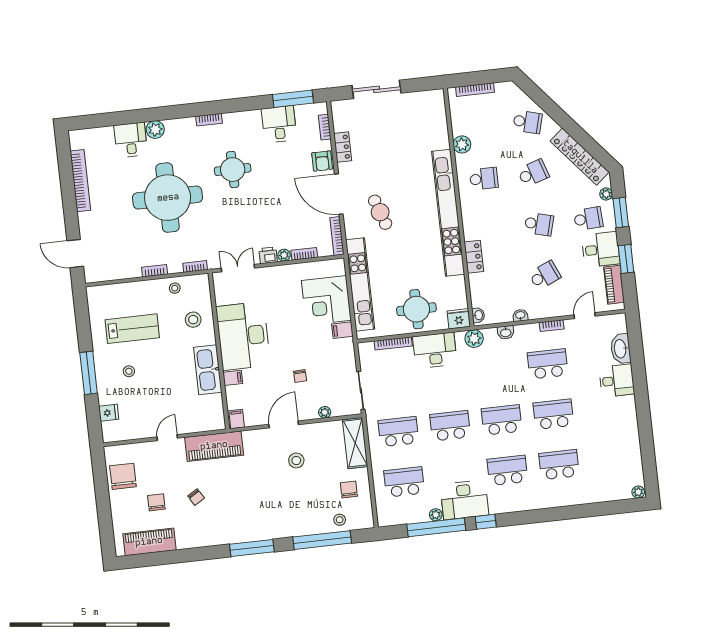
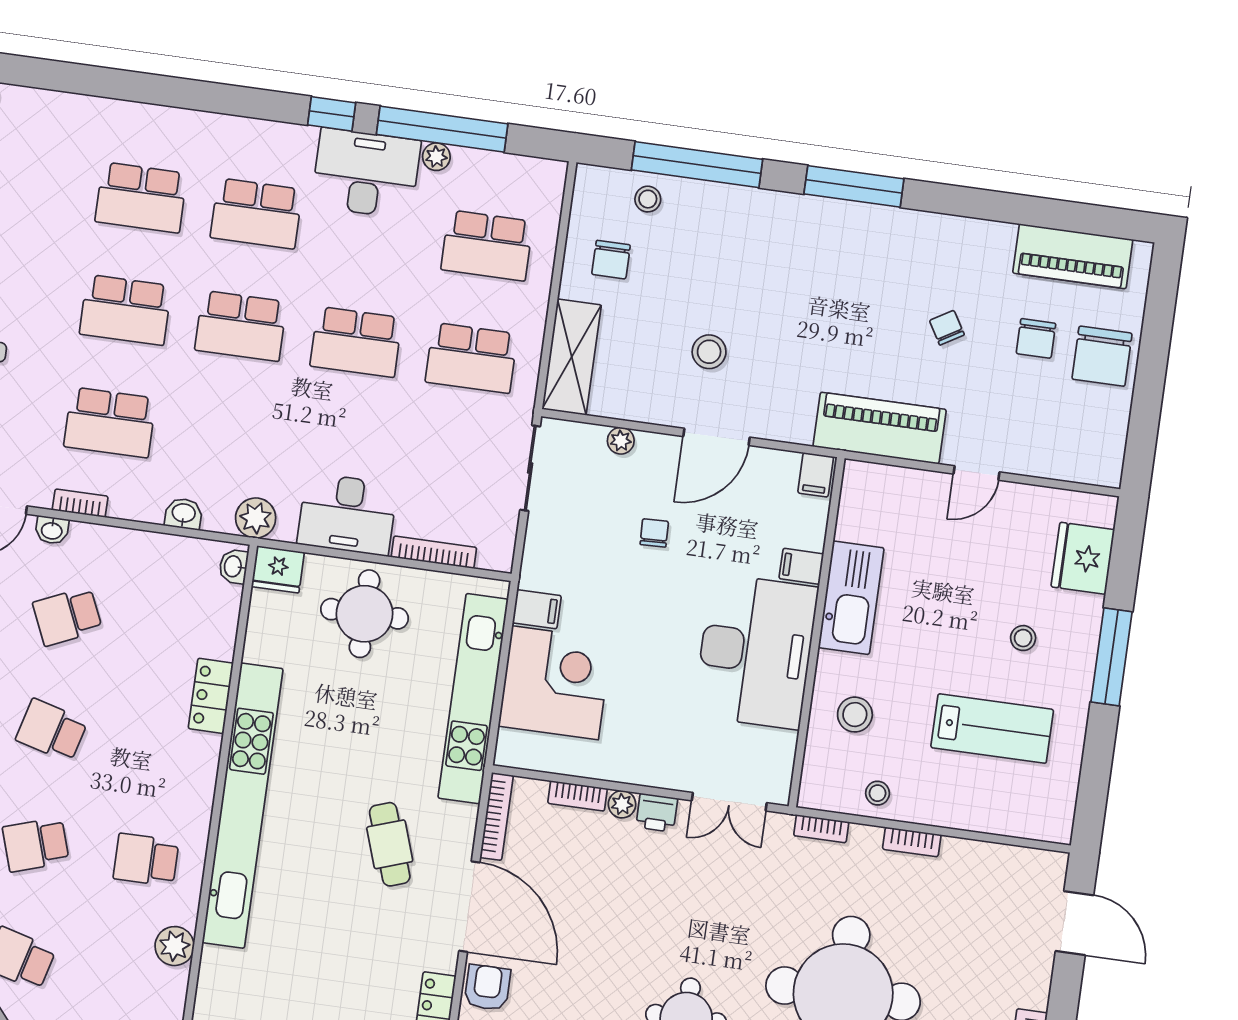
washbasin: (520, 315) -> (52, 530), moved
lab bench: (132, 329) -> (992, 729), turned 180
fridge: (109, 413) -> (1083, 558), width x1.88, depth x1.34
chair: (123, 476) -> (1102, 356), moved

